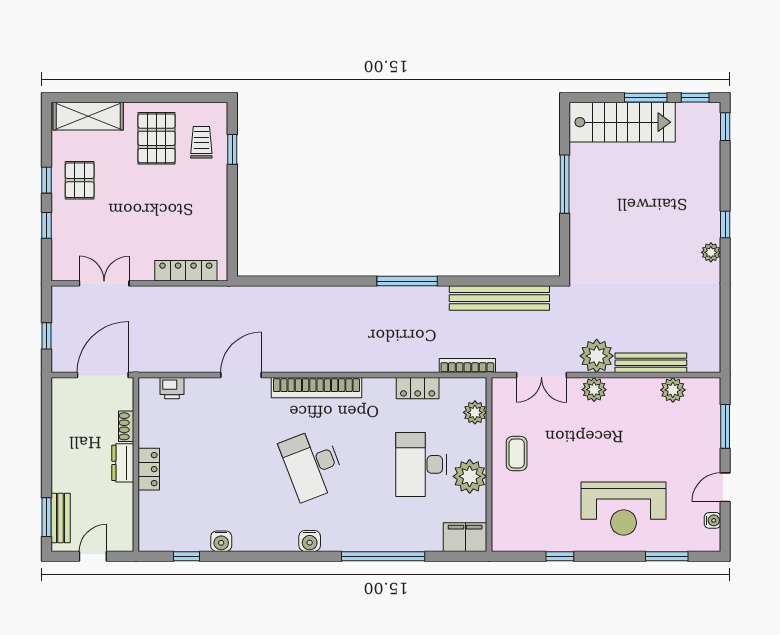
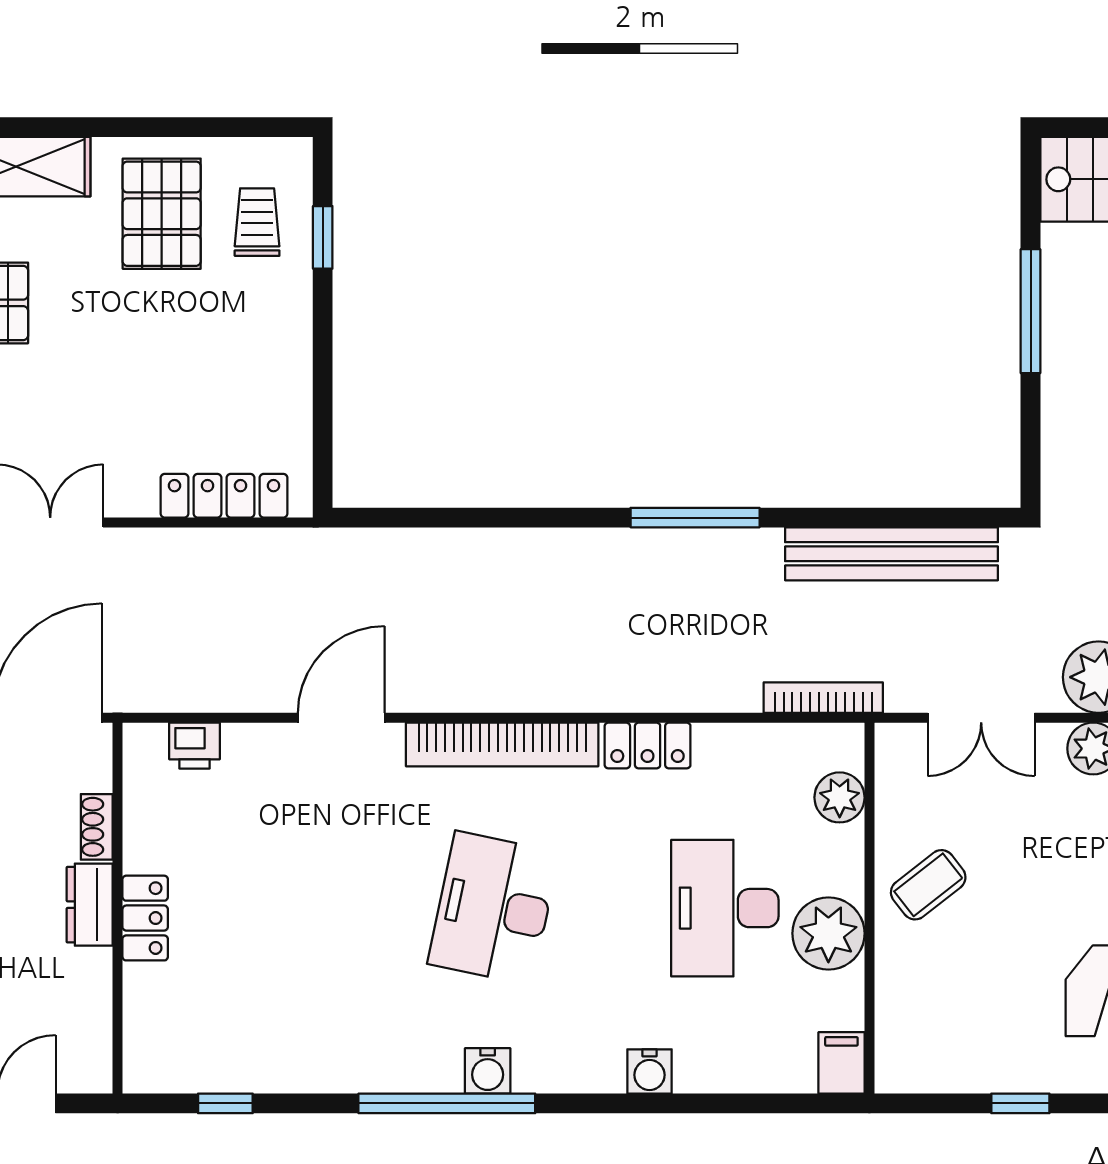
locker: (418, 388) -> (648, 746), moved
coffee table: (517, 454) -> (928, 885), turned 52
desk: (312, 464) -> (494, 908), turned 33
filing cabinet: (465, 537) -> (841, 1063), width x0.50
water cooler: (221, 541) -> (650, 1071), moved
window: (383, 556) -> (447, 1103), moved

